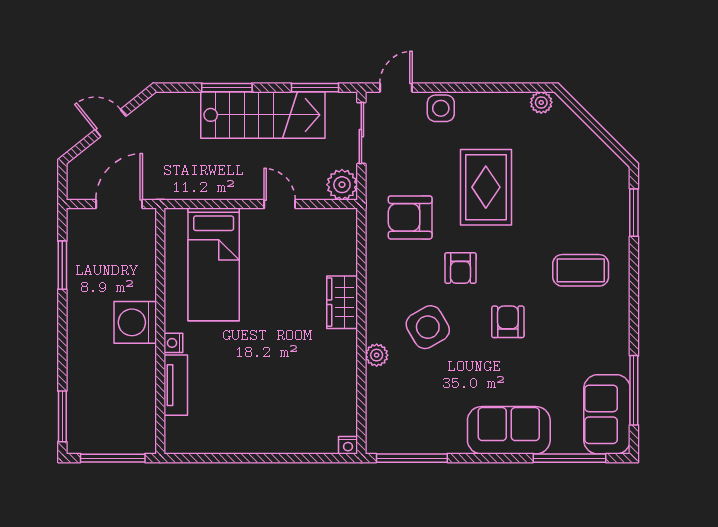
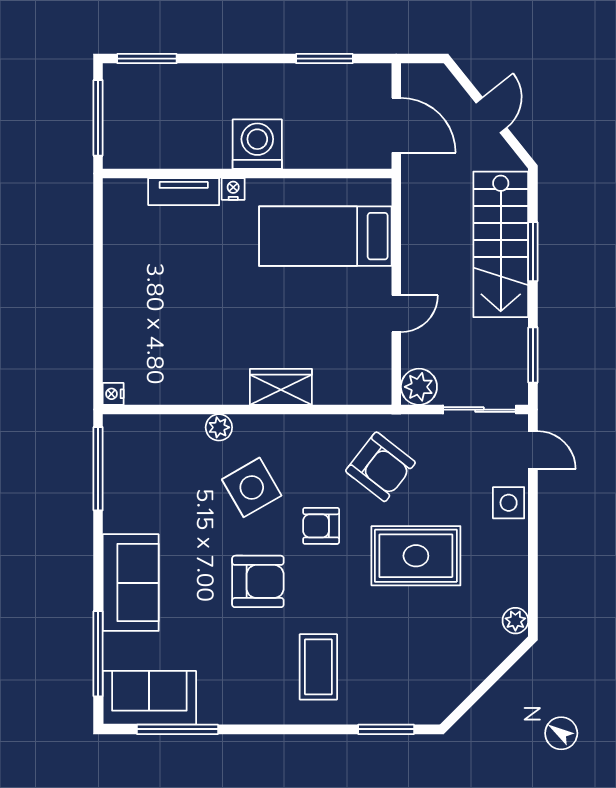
stairs: (263, 115) -> (501, 244), moved
armchair: (410, 217) -> (380, 467), turned 128
armchair: (508, 322) -> (258, 581), width x1.38, depth x1.38

